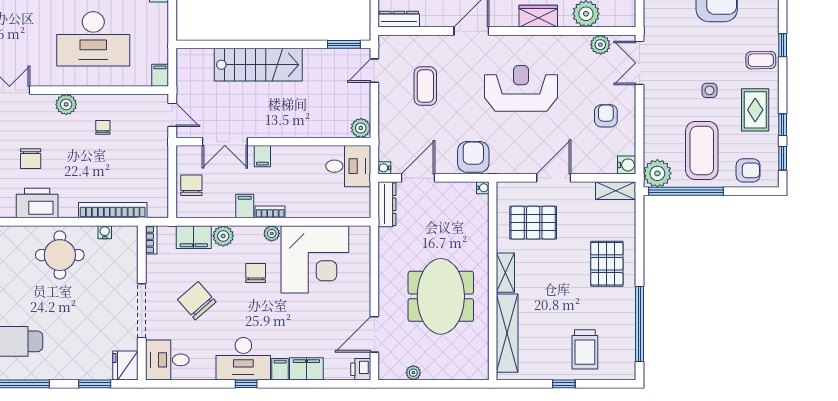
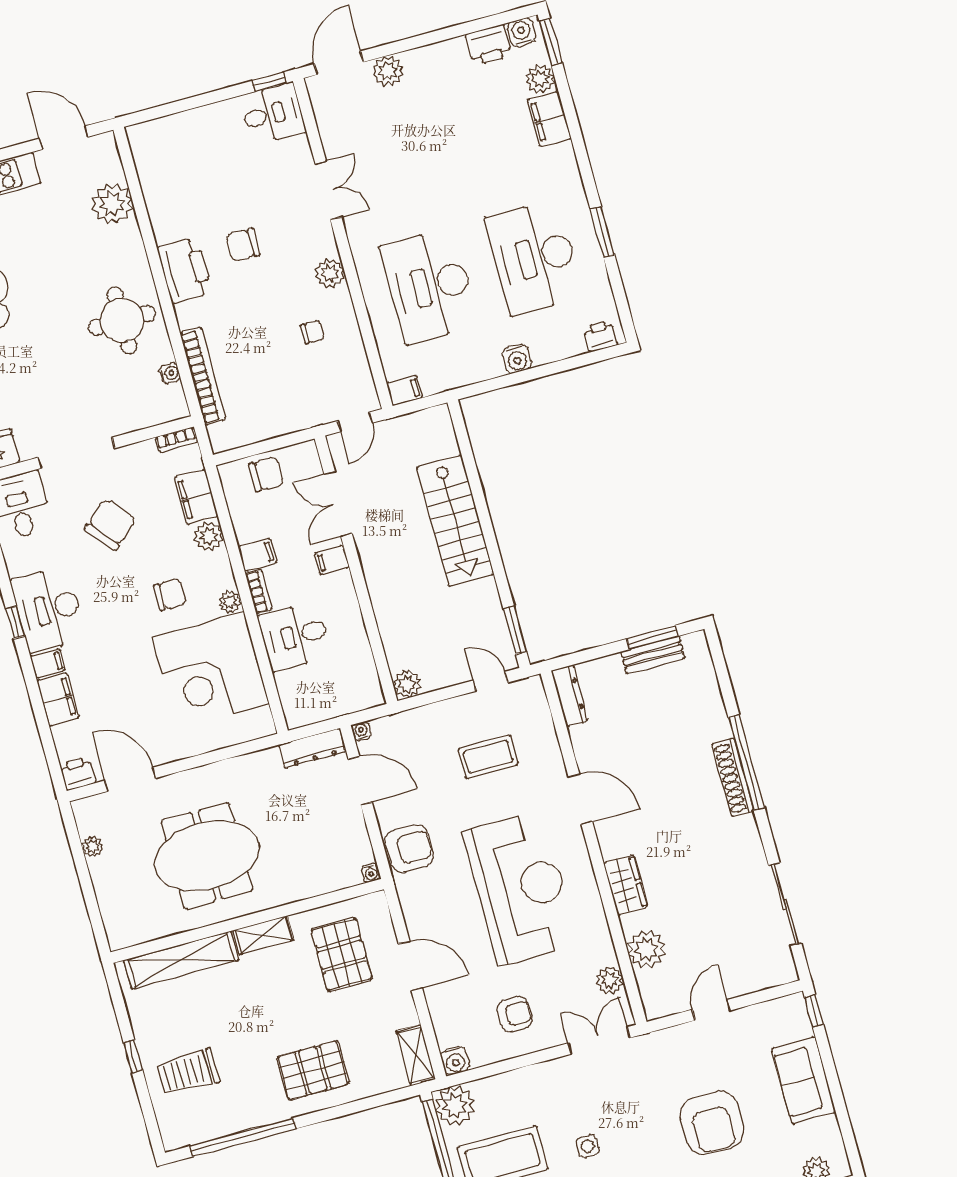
reception desk: (521, 88) -> (520, 888), width x1.36, depth x1.30
desk: (348, 166) -> (295, 636), moved, turned 90

